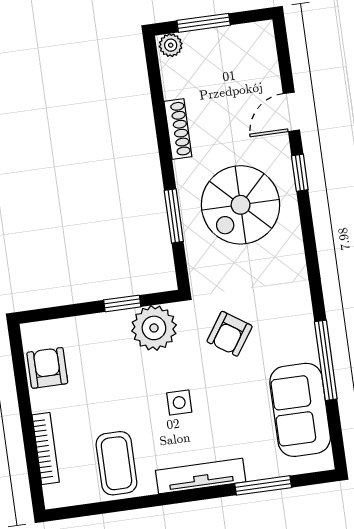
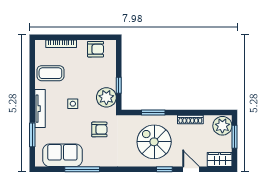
plant: (171, 45) -> (222, 126), width x1.88, depth x1.88
wardrobe: (260, 49) -> (220, 160), added
armchair: (230, 334) -> (99, 129), turned 146

